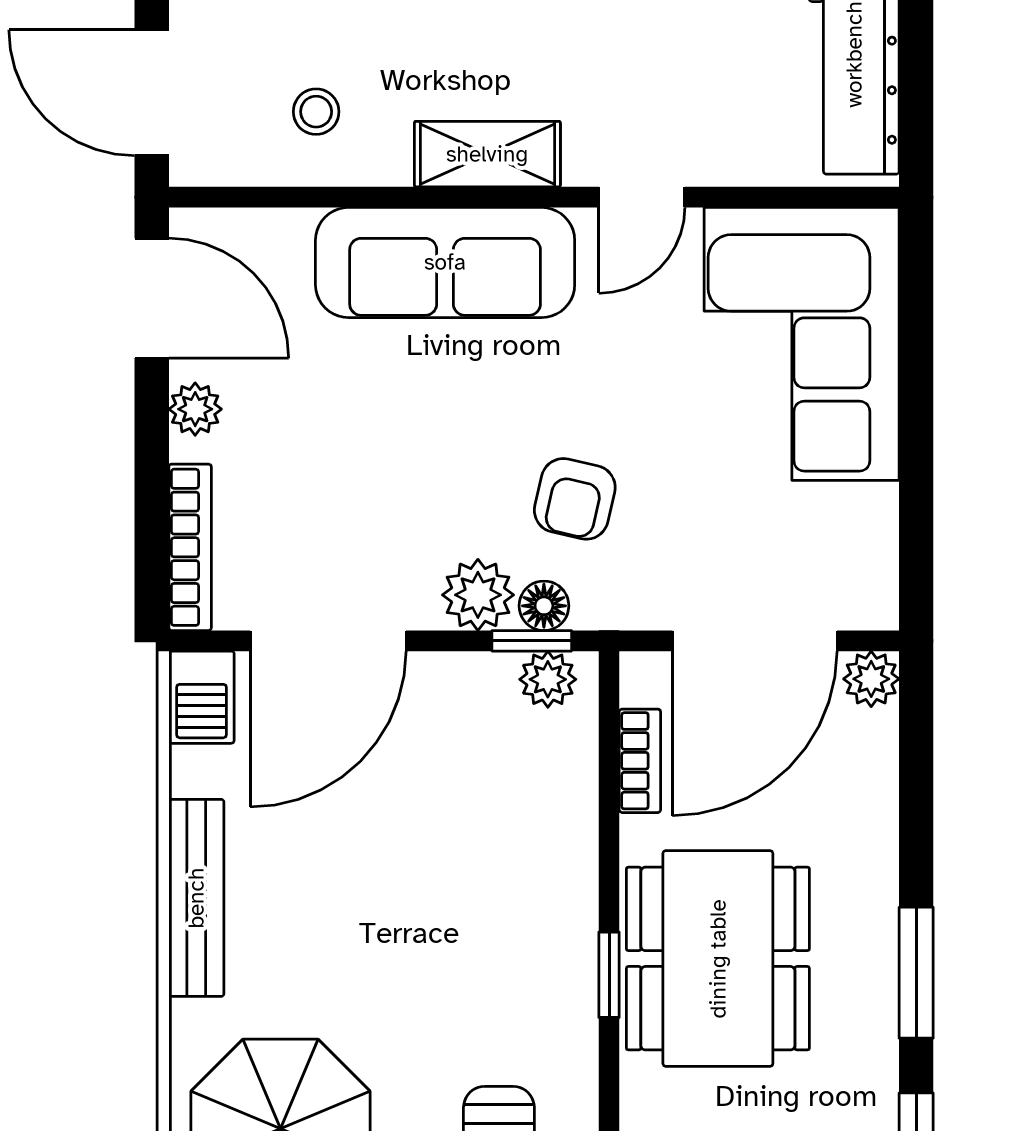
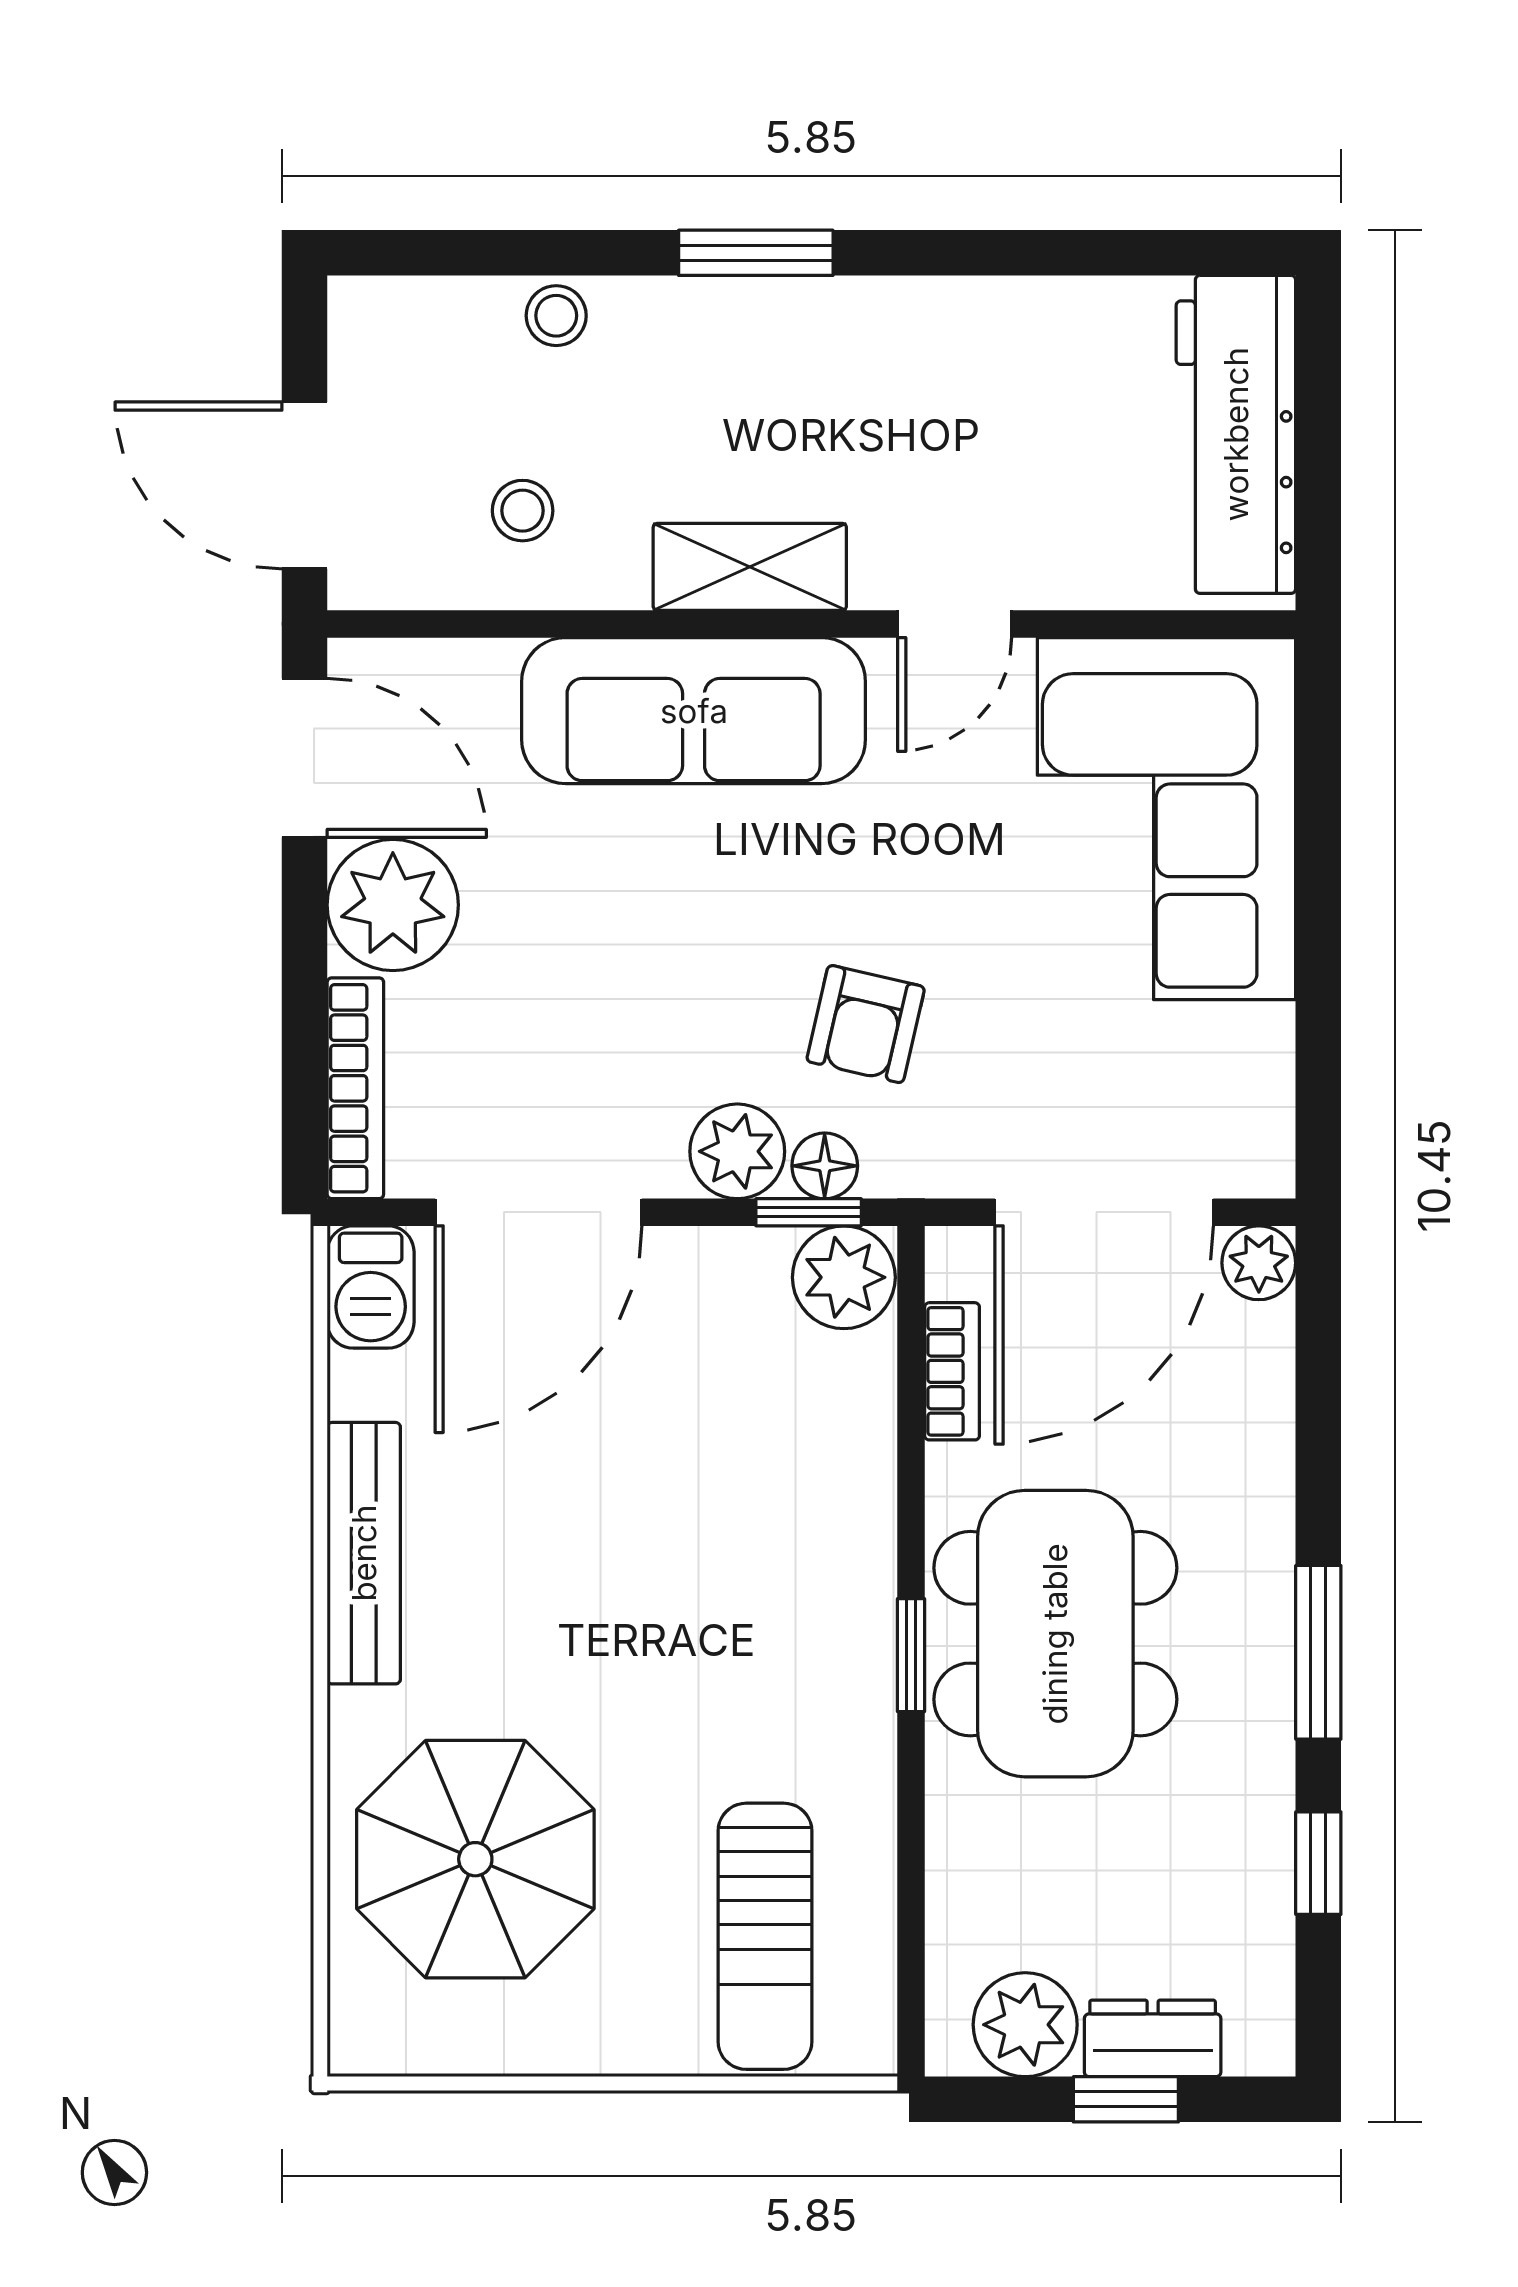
plant: (195, 409) -> (393, 905), width x1.88, depth x1.88
plant: (548, 679) -> (844, 1277), width x1.38, depth x1.38

